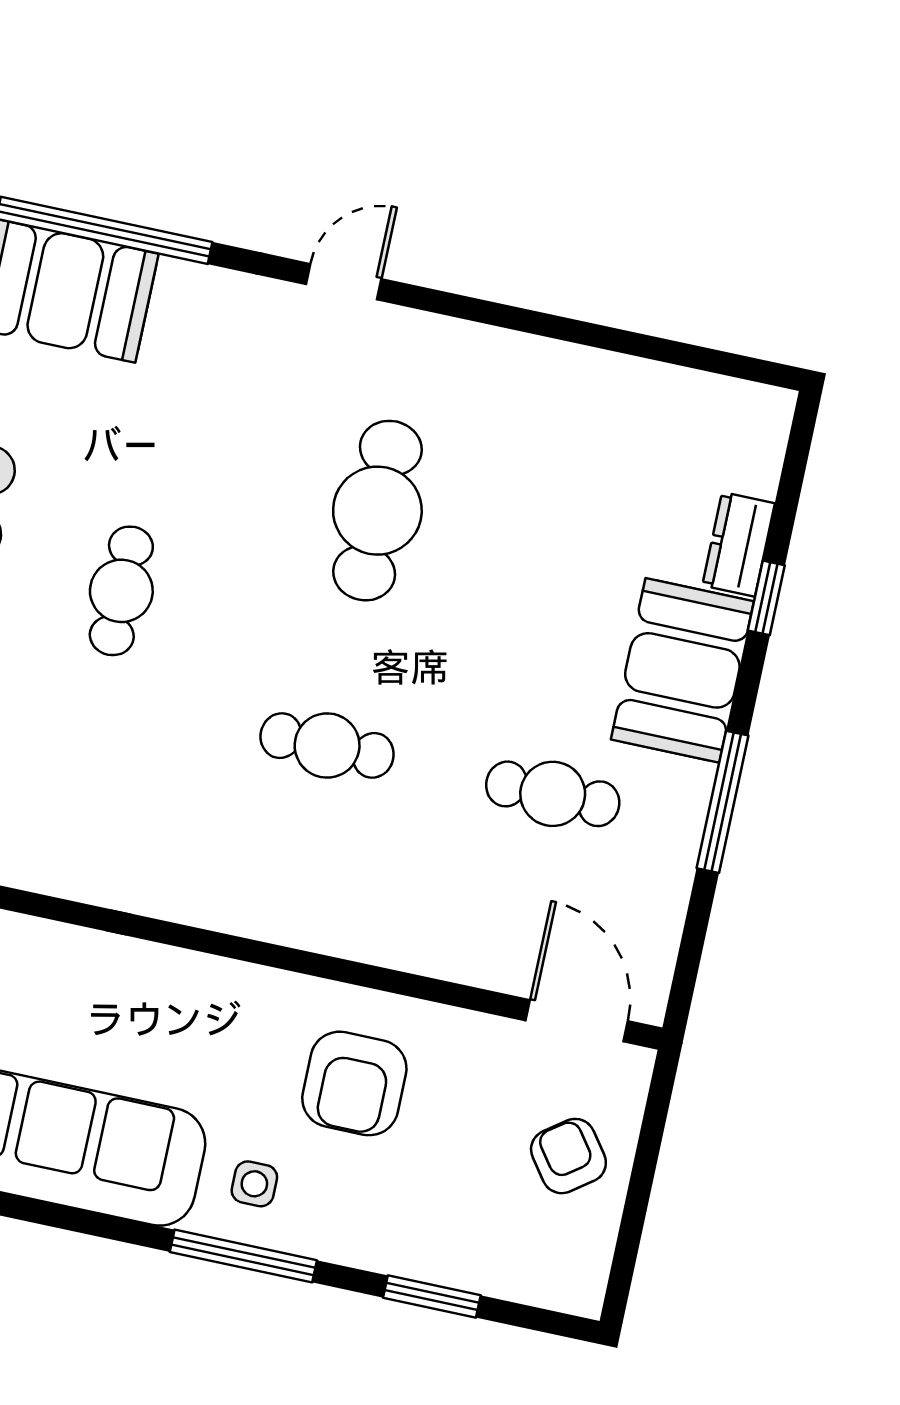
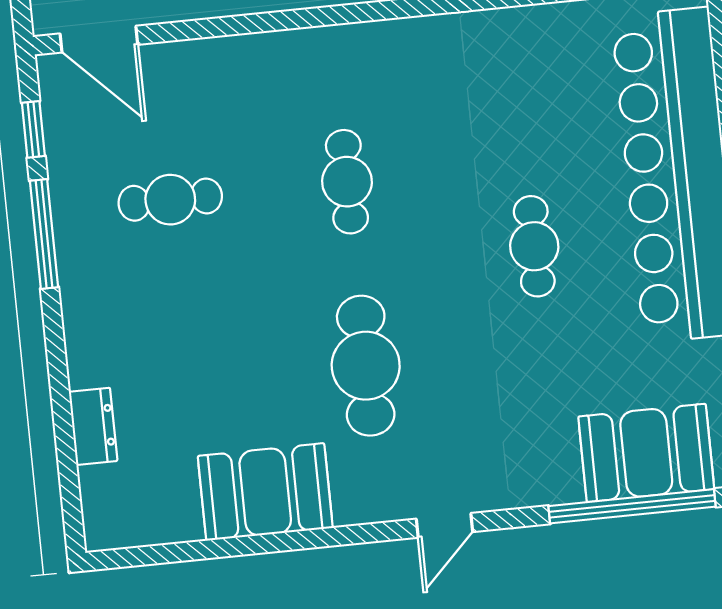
window: (766, 598) -> (33, 129), moved
booth: (682, 670) -> (265, 492), moved, turned 90
cafe table: (327, 745) -> (347, 182), turned 90

